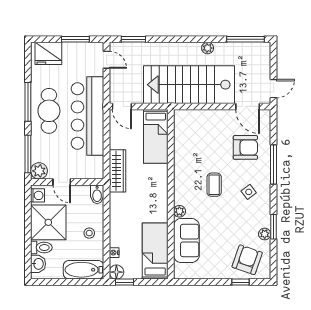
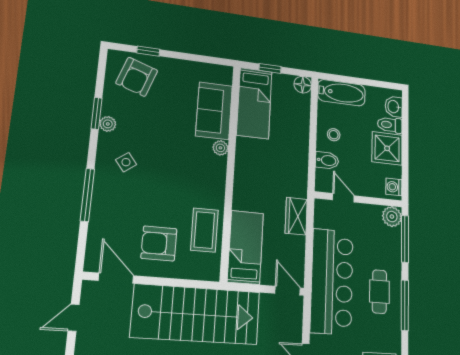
door: (274, 89) -> (74, 318), moved
cafe table: (49, 111) -> (379, 292), width x0.73, depth x0.74
armchair: (245, 147) -> (159, 243), moved
wardrobe: (117, 171) -> (296, 216), width x0.67
door: (62, 182) -> (343, 198), moved
coffee table: (214, 185) -> (204, 230), moved, width x1.36, depth x1.30
bidet: (97, 194) -> (327, 160), moved, turned 90
shower: (48, 222) -> (387, 148), width x0.73, depth x0.73
plant: (265, 234) -> (108, 124), moved
nightstand: (114, 253) -> (305, 108), removed
window: (124, 282) -> (270, 68), moved

